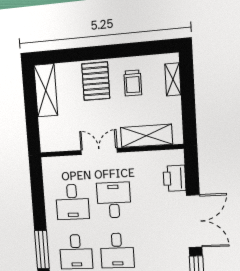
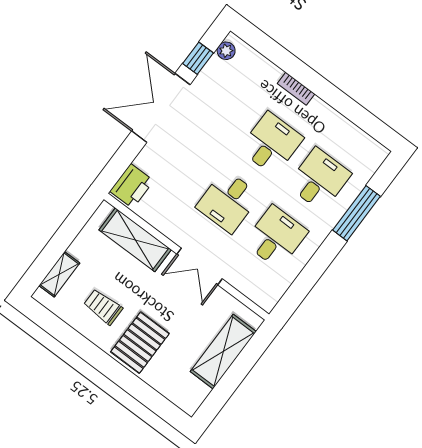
trolley: (133, 83) -> (103, 307), turned -90
shelving: (46, 90) -> (223, 352), moved
printer: (175, 178) -> (132, 186), moved

